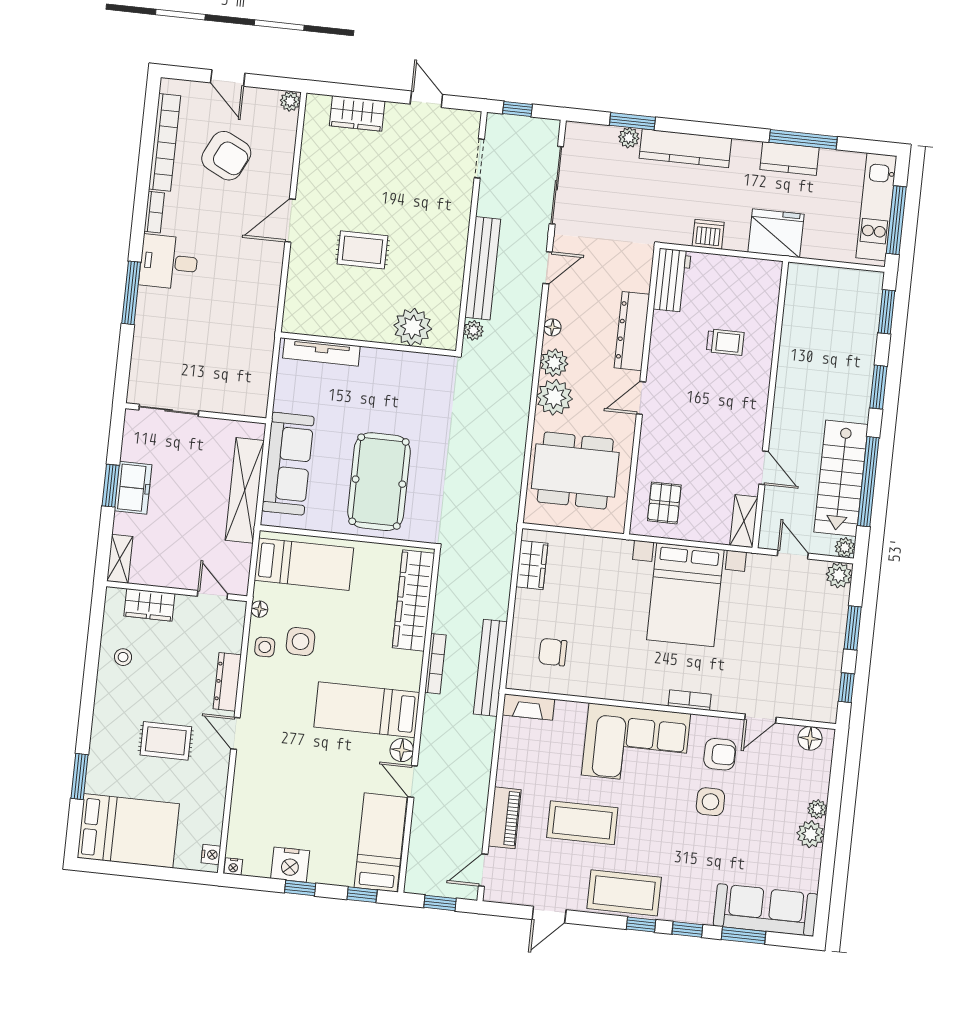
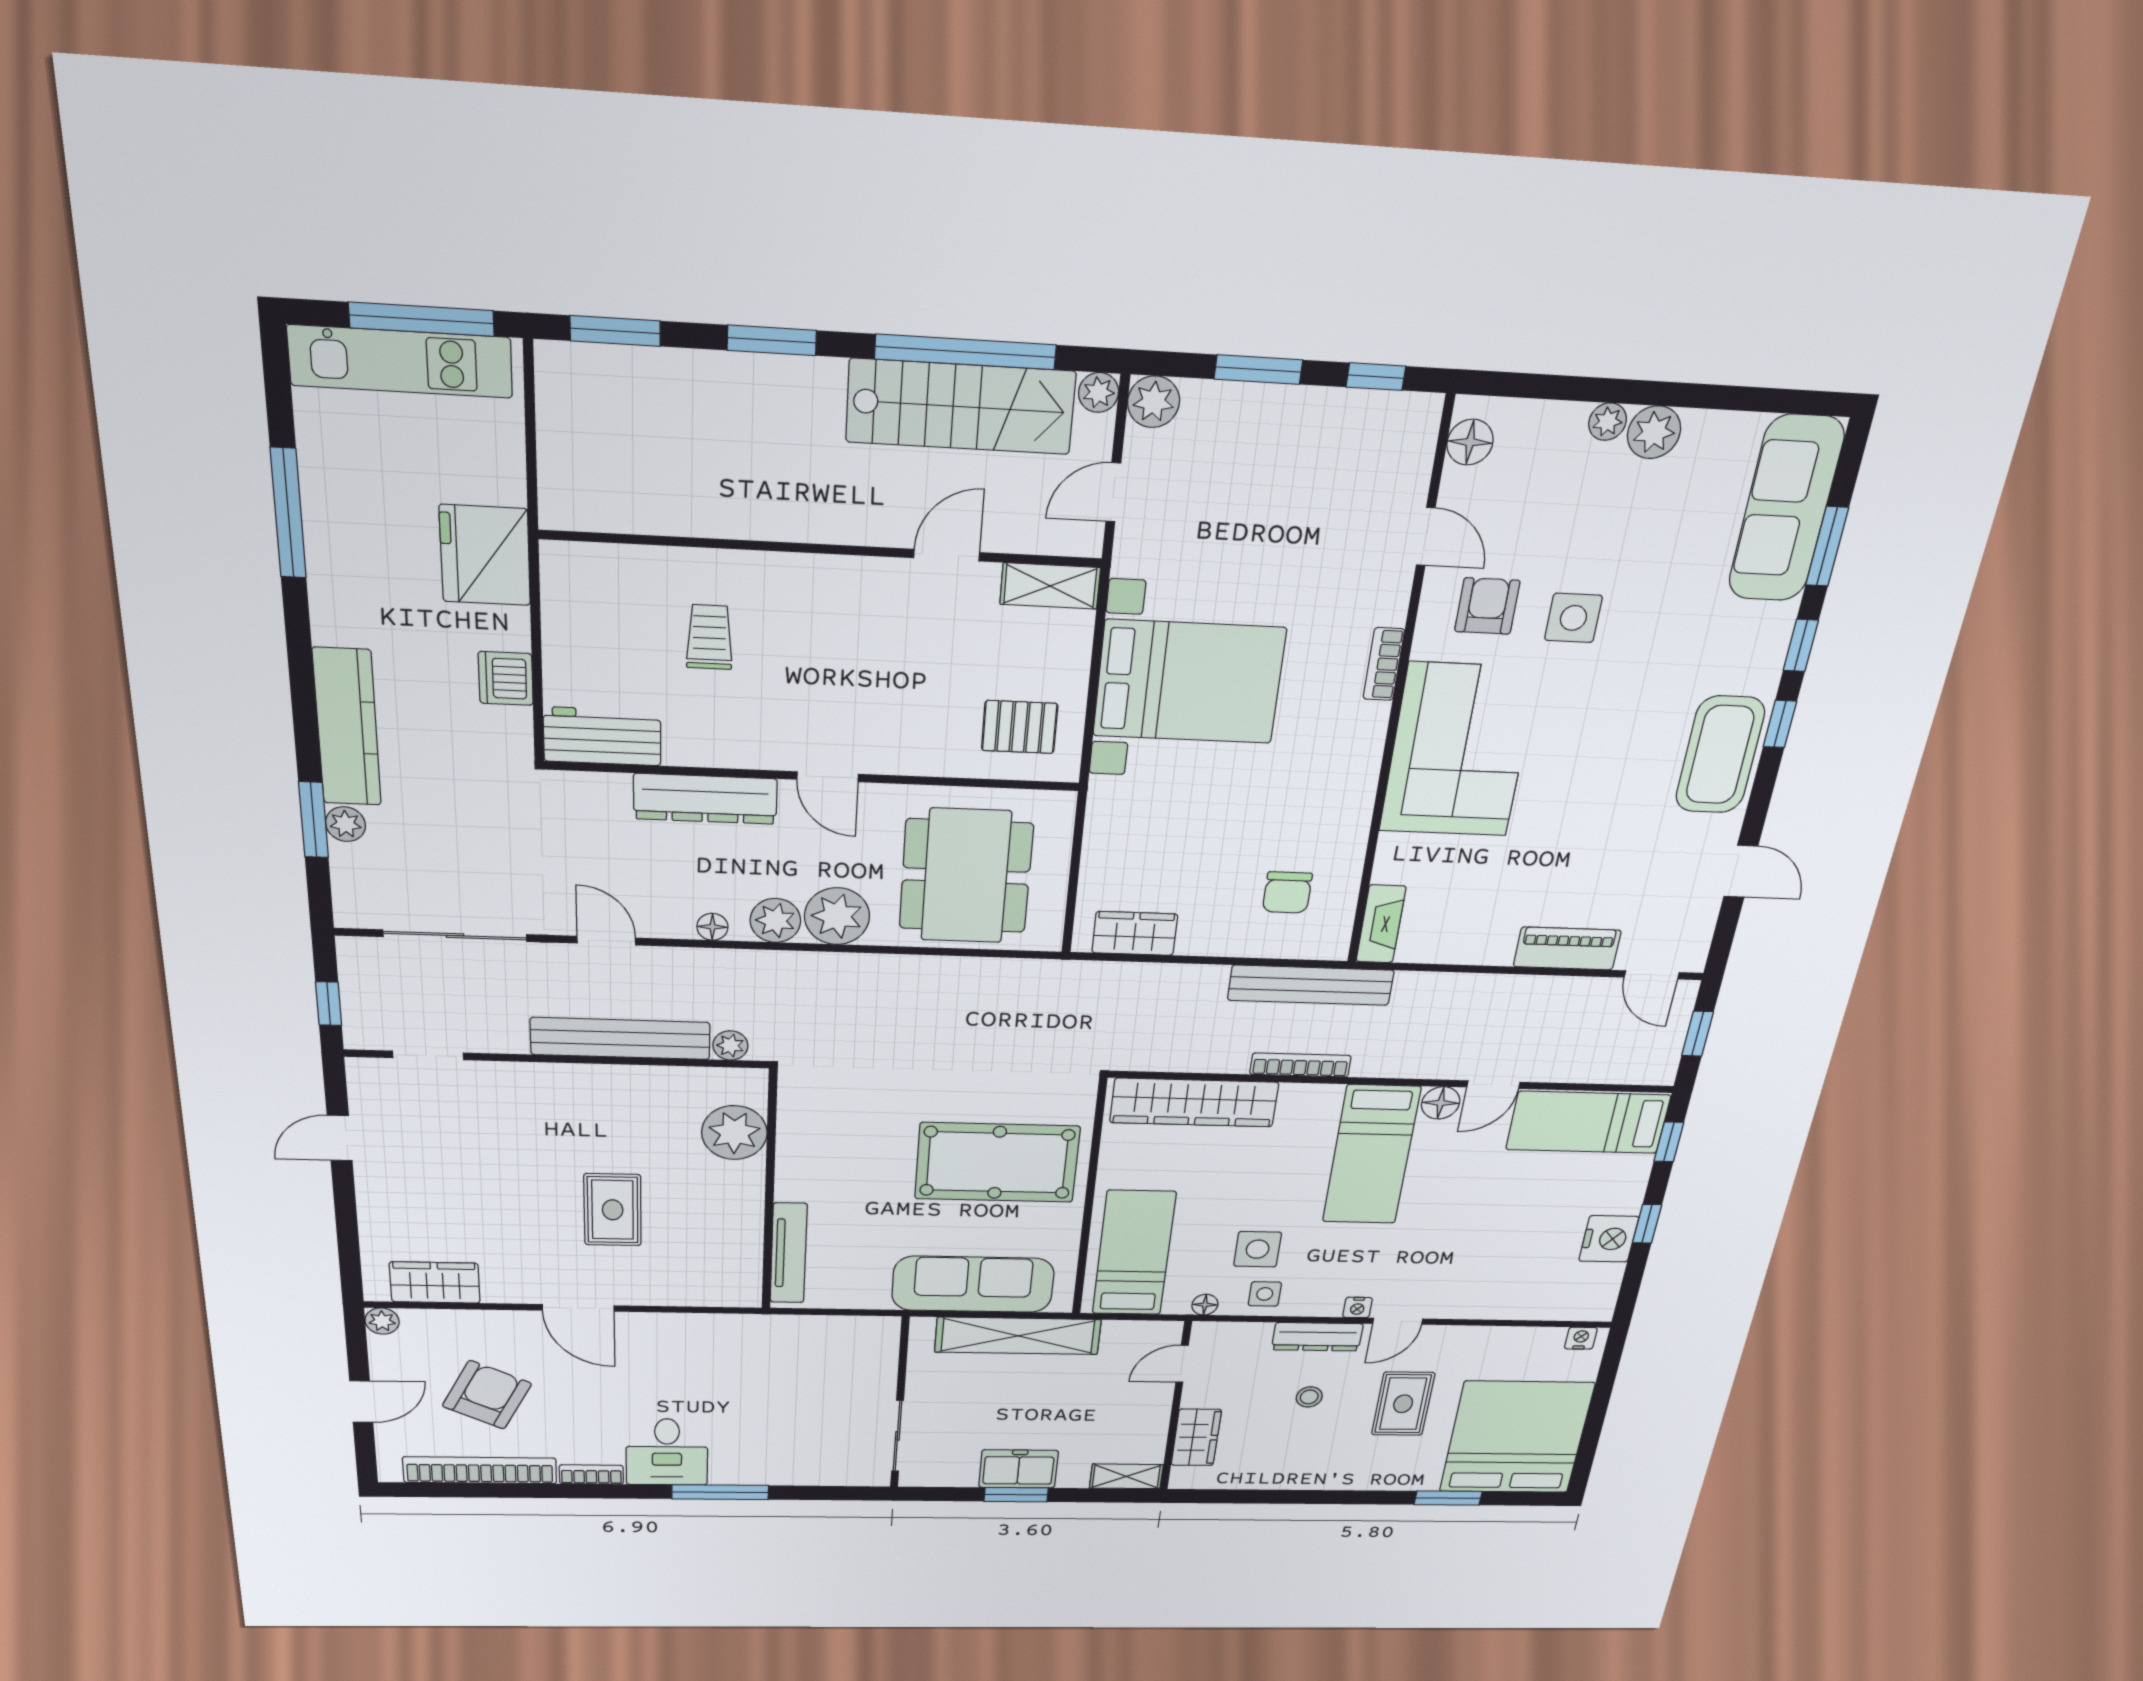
wardrobe: (357, 113) -> (435, 1283), moved, turned -90
kitchen counter: (789, 159) -> (332, 537), removed
stool: (123, 657) -> (1309, 1397), moved
coffee table: (582, 823) -> (1589, 829), removed
bed: (128, 831) -> (1517, 1437), width x1.36
nightstand: (233, 866) -> (1358, 1307), moved, turned 90

